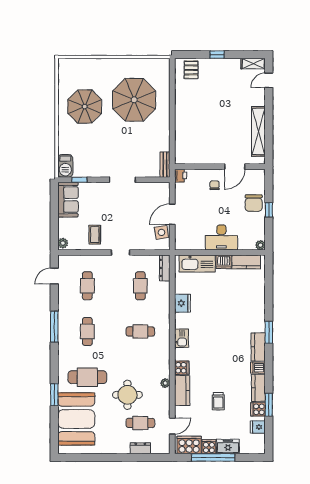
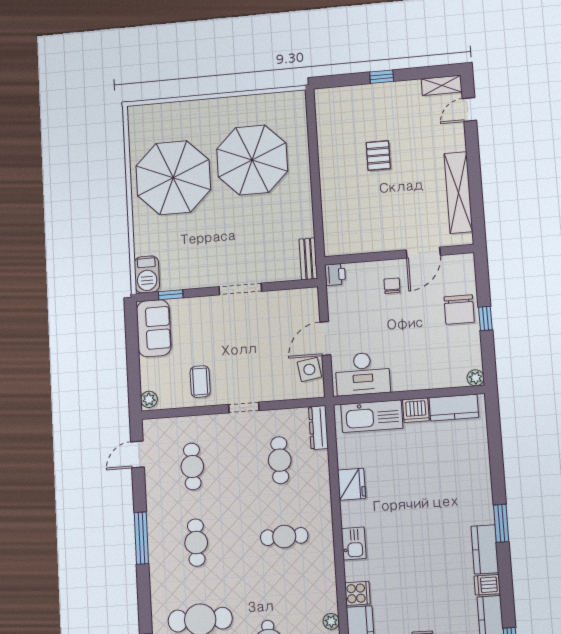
pallet: (191, 70) -> (378, 155), moved
parasol: (85, 107) -> (173, 178), width x1.36, depth x1.36
desk: (221, 237) -> (363, 374), moved

